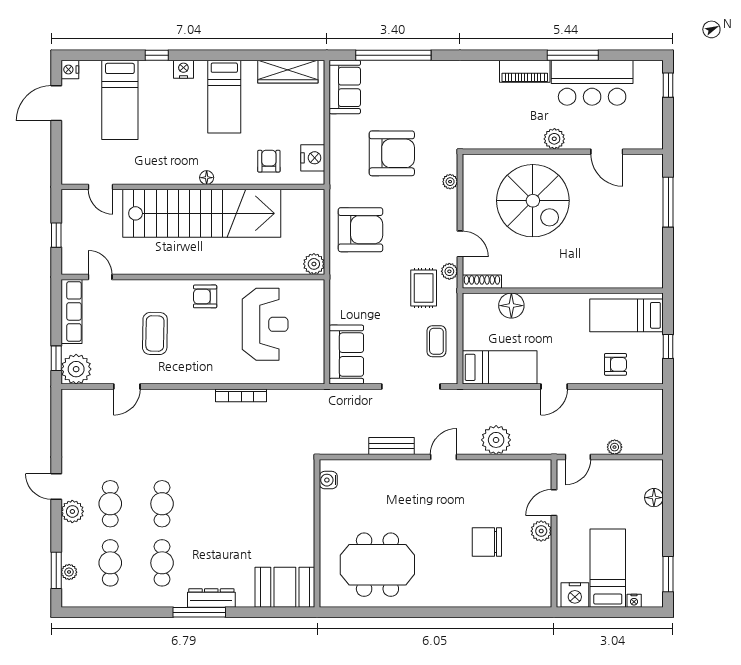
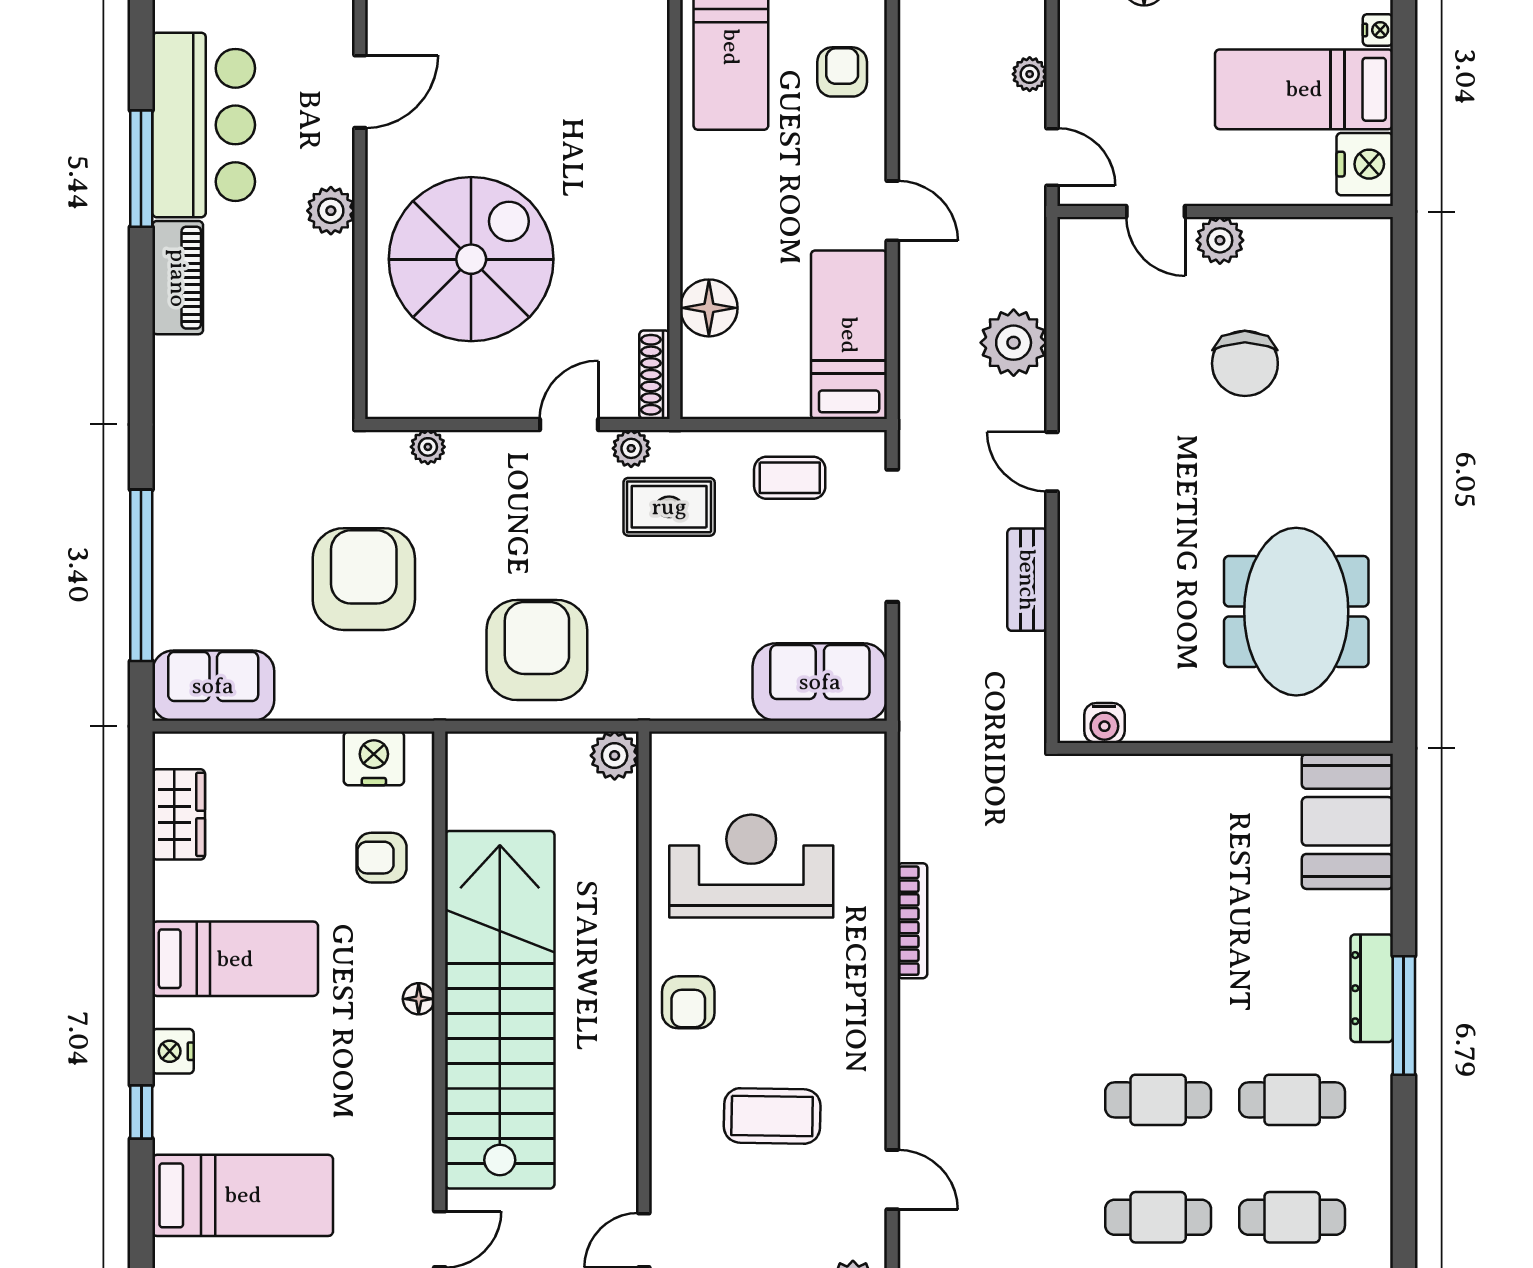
wardrobe: (288, 72) -> (179, 814), width x0.67

